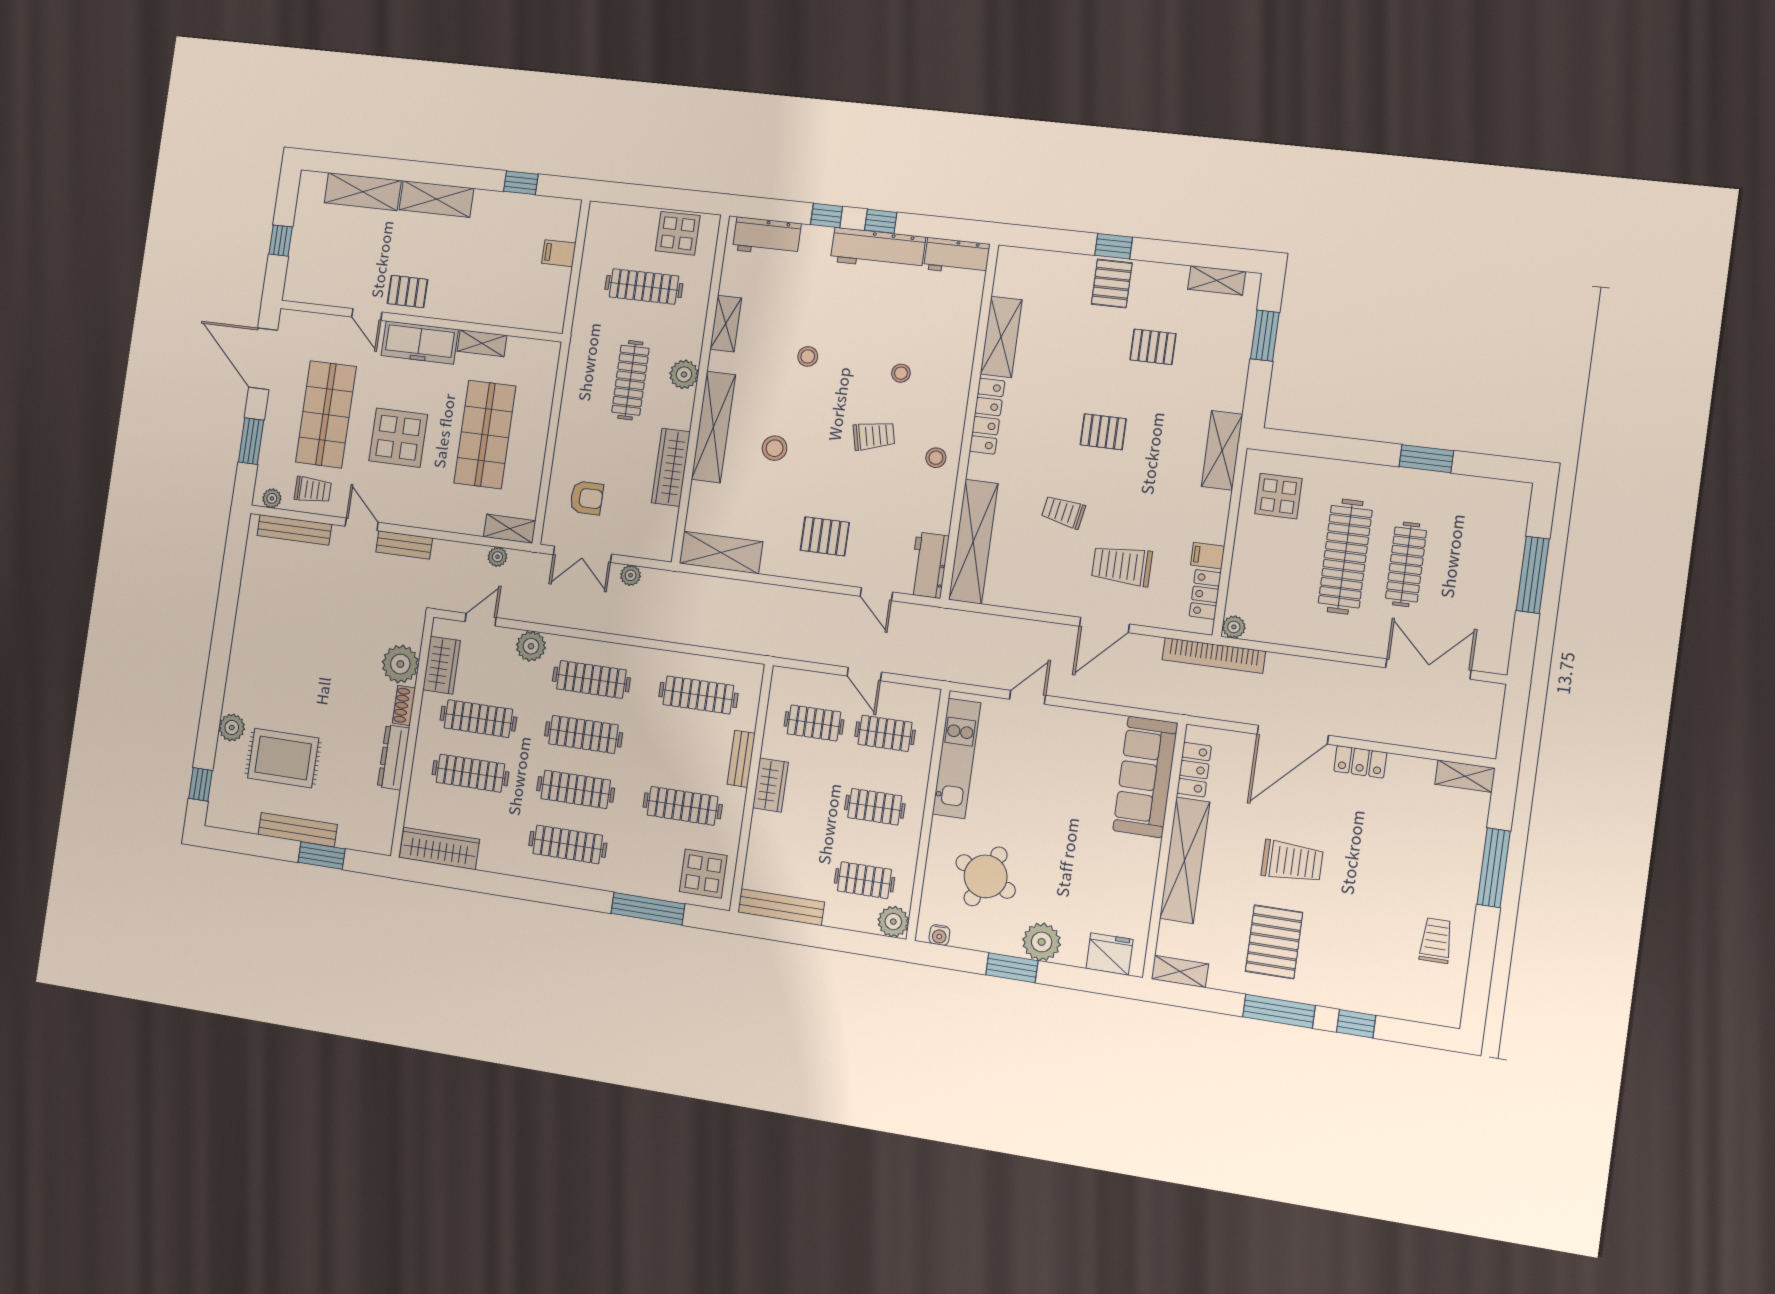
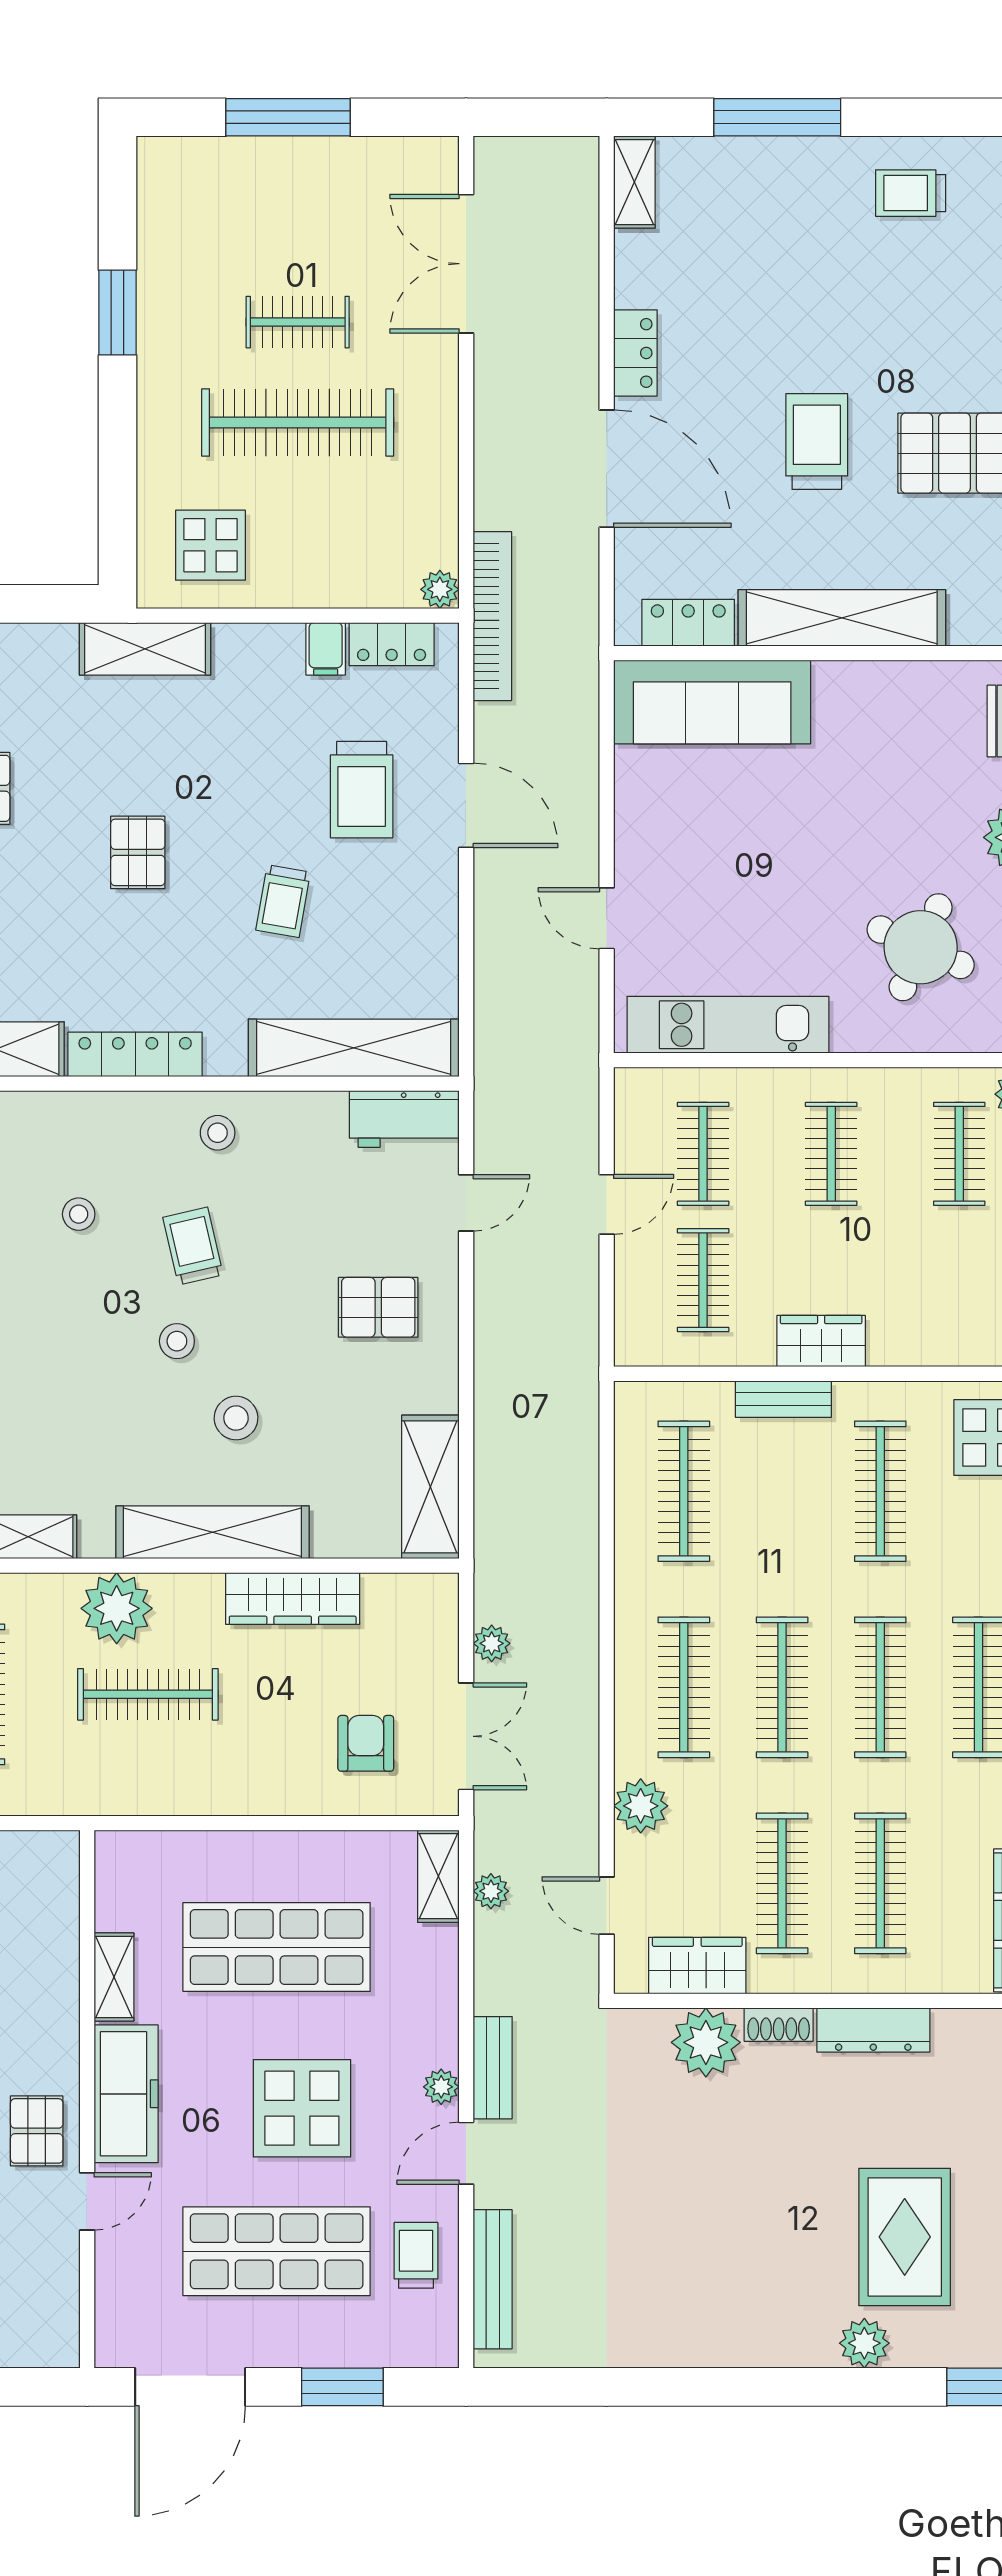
stool: (808, 356) -> (177, 1341), moved
plant: (684, 374) -> (117, 1608), width x1.36, depth x1.36
plant: (272, 498) -> (441, 2087), moved
pallet: (825, 536) -> (378, 1307), turned 90
clothes rail: (1406, 564) -> (298, 322), width x0.73

